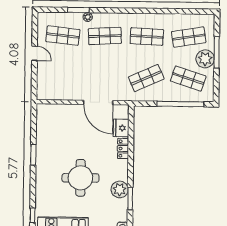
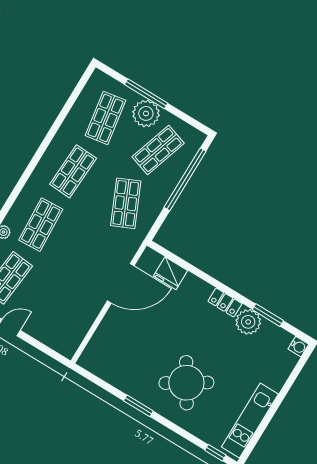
locker: (123, 148) -> (225, 302), moved
round table: (80, 178) -> (186, 383), moved, turned -32

